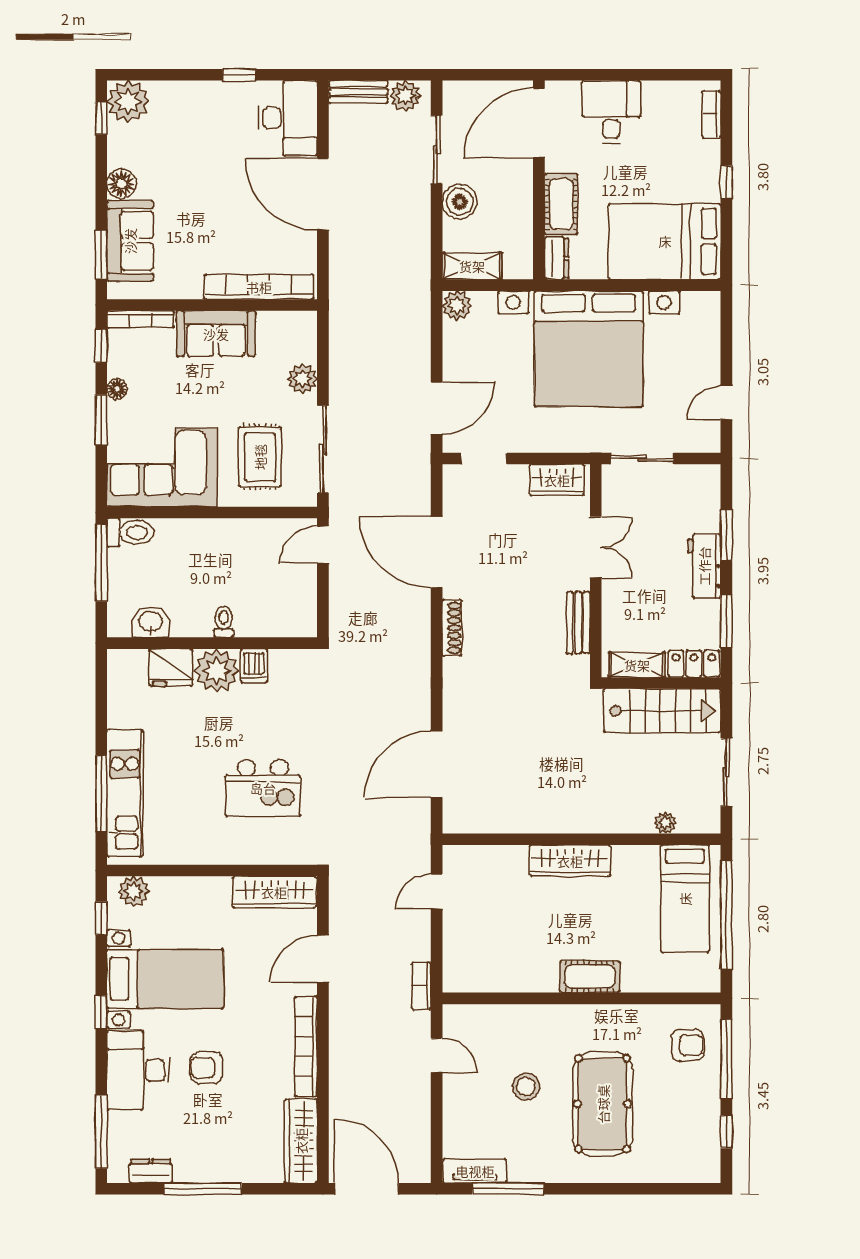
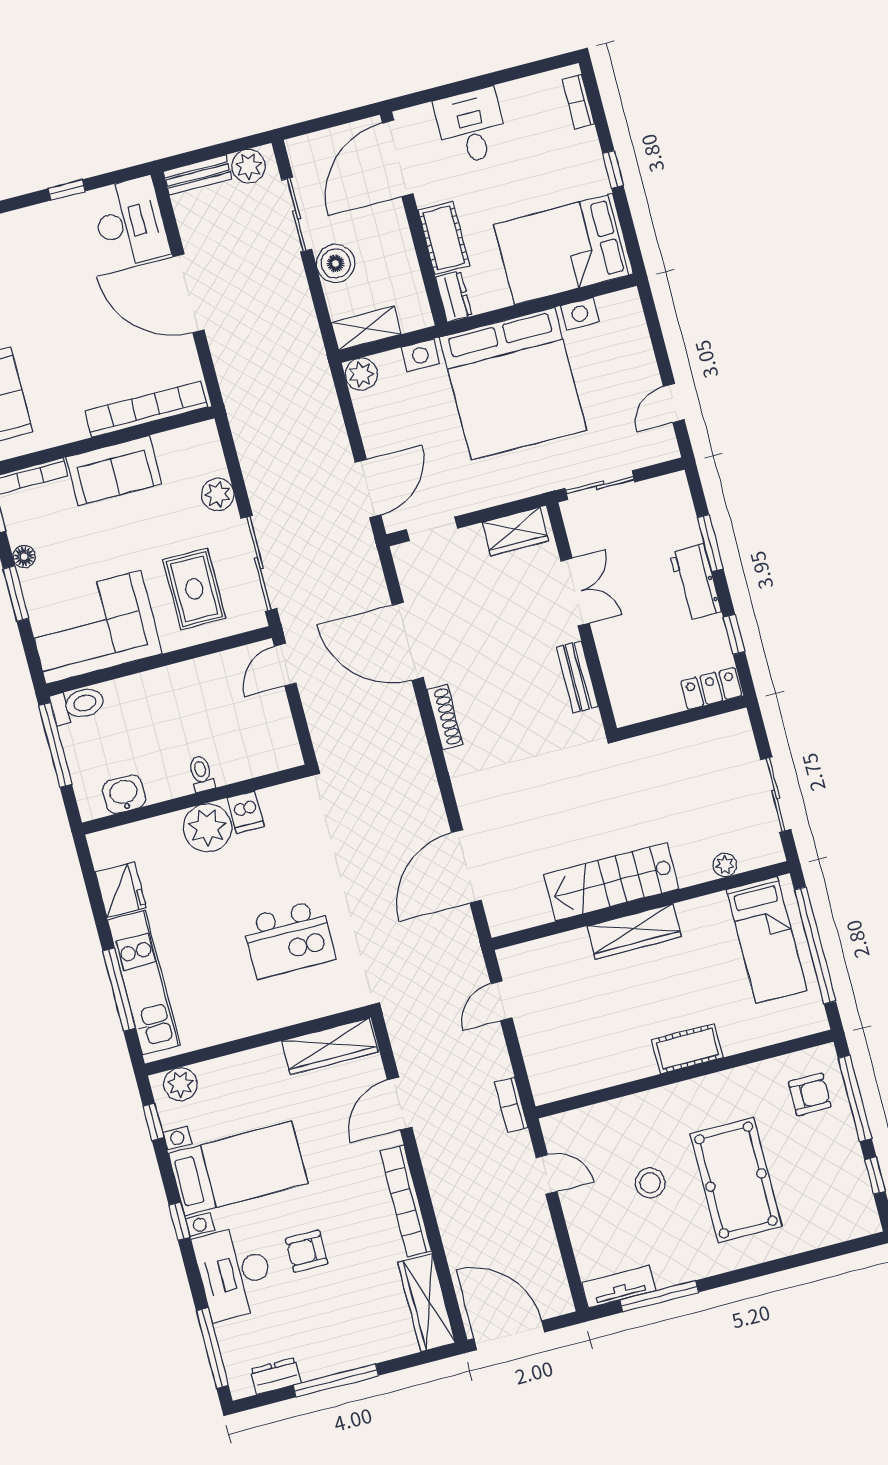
window: (726, 621) -> (734, 634), width x0.67
shelving: (637, 665) -> (651, 705), removed
fridge: (171, 667) -> (121, 890), moved, turned -90
stairs: (662, 711) -> (611, 882), moved, turned 180

